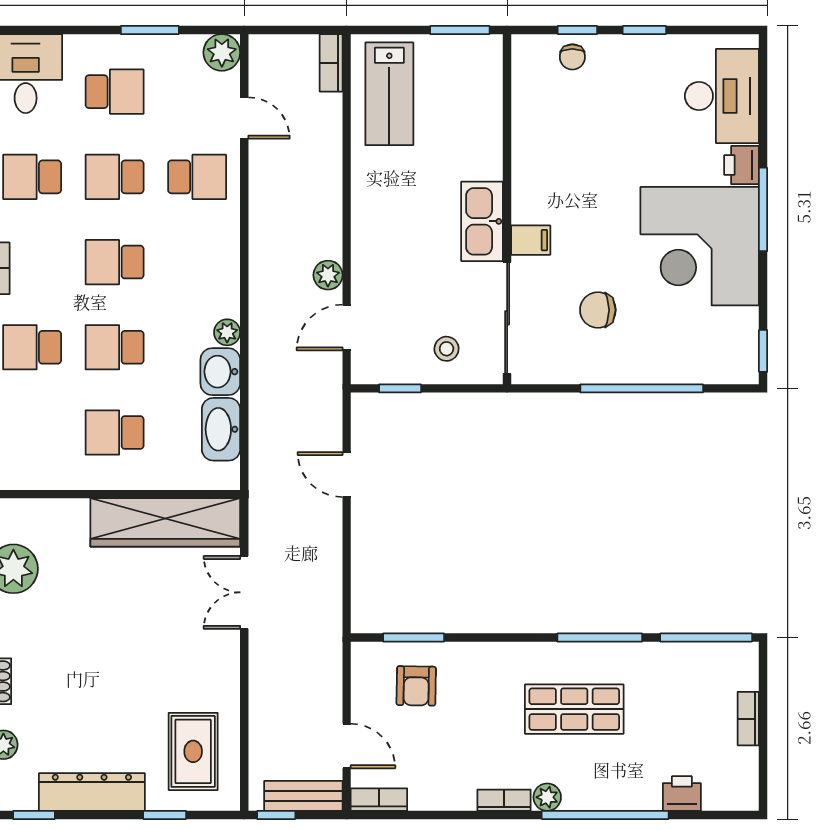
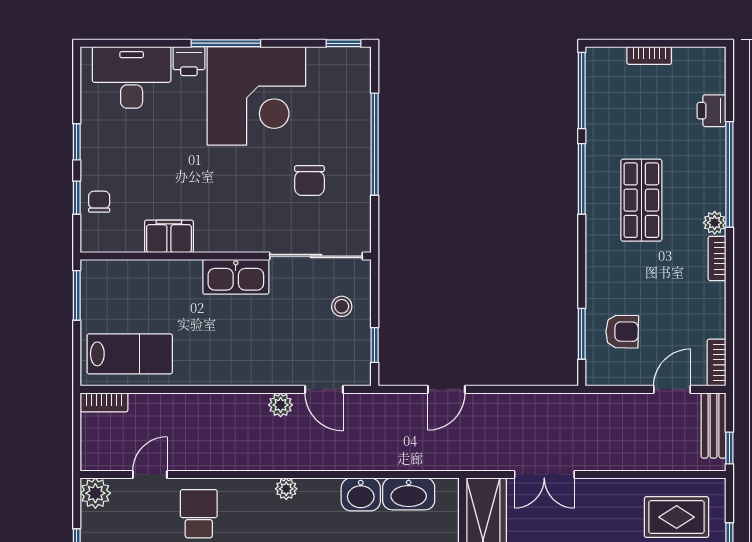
chair: (572, 57) -> (99, 202), turned -90
filing cabinet: (531, 240) -> (169, 236), moved, width x2.00
plant: (227, 332) -> (286, 489), moved

